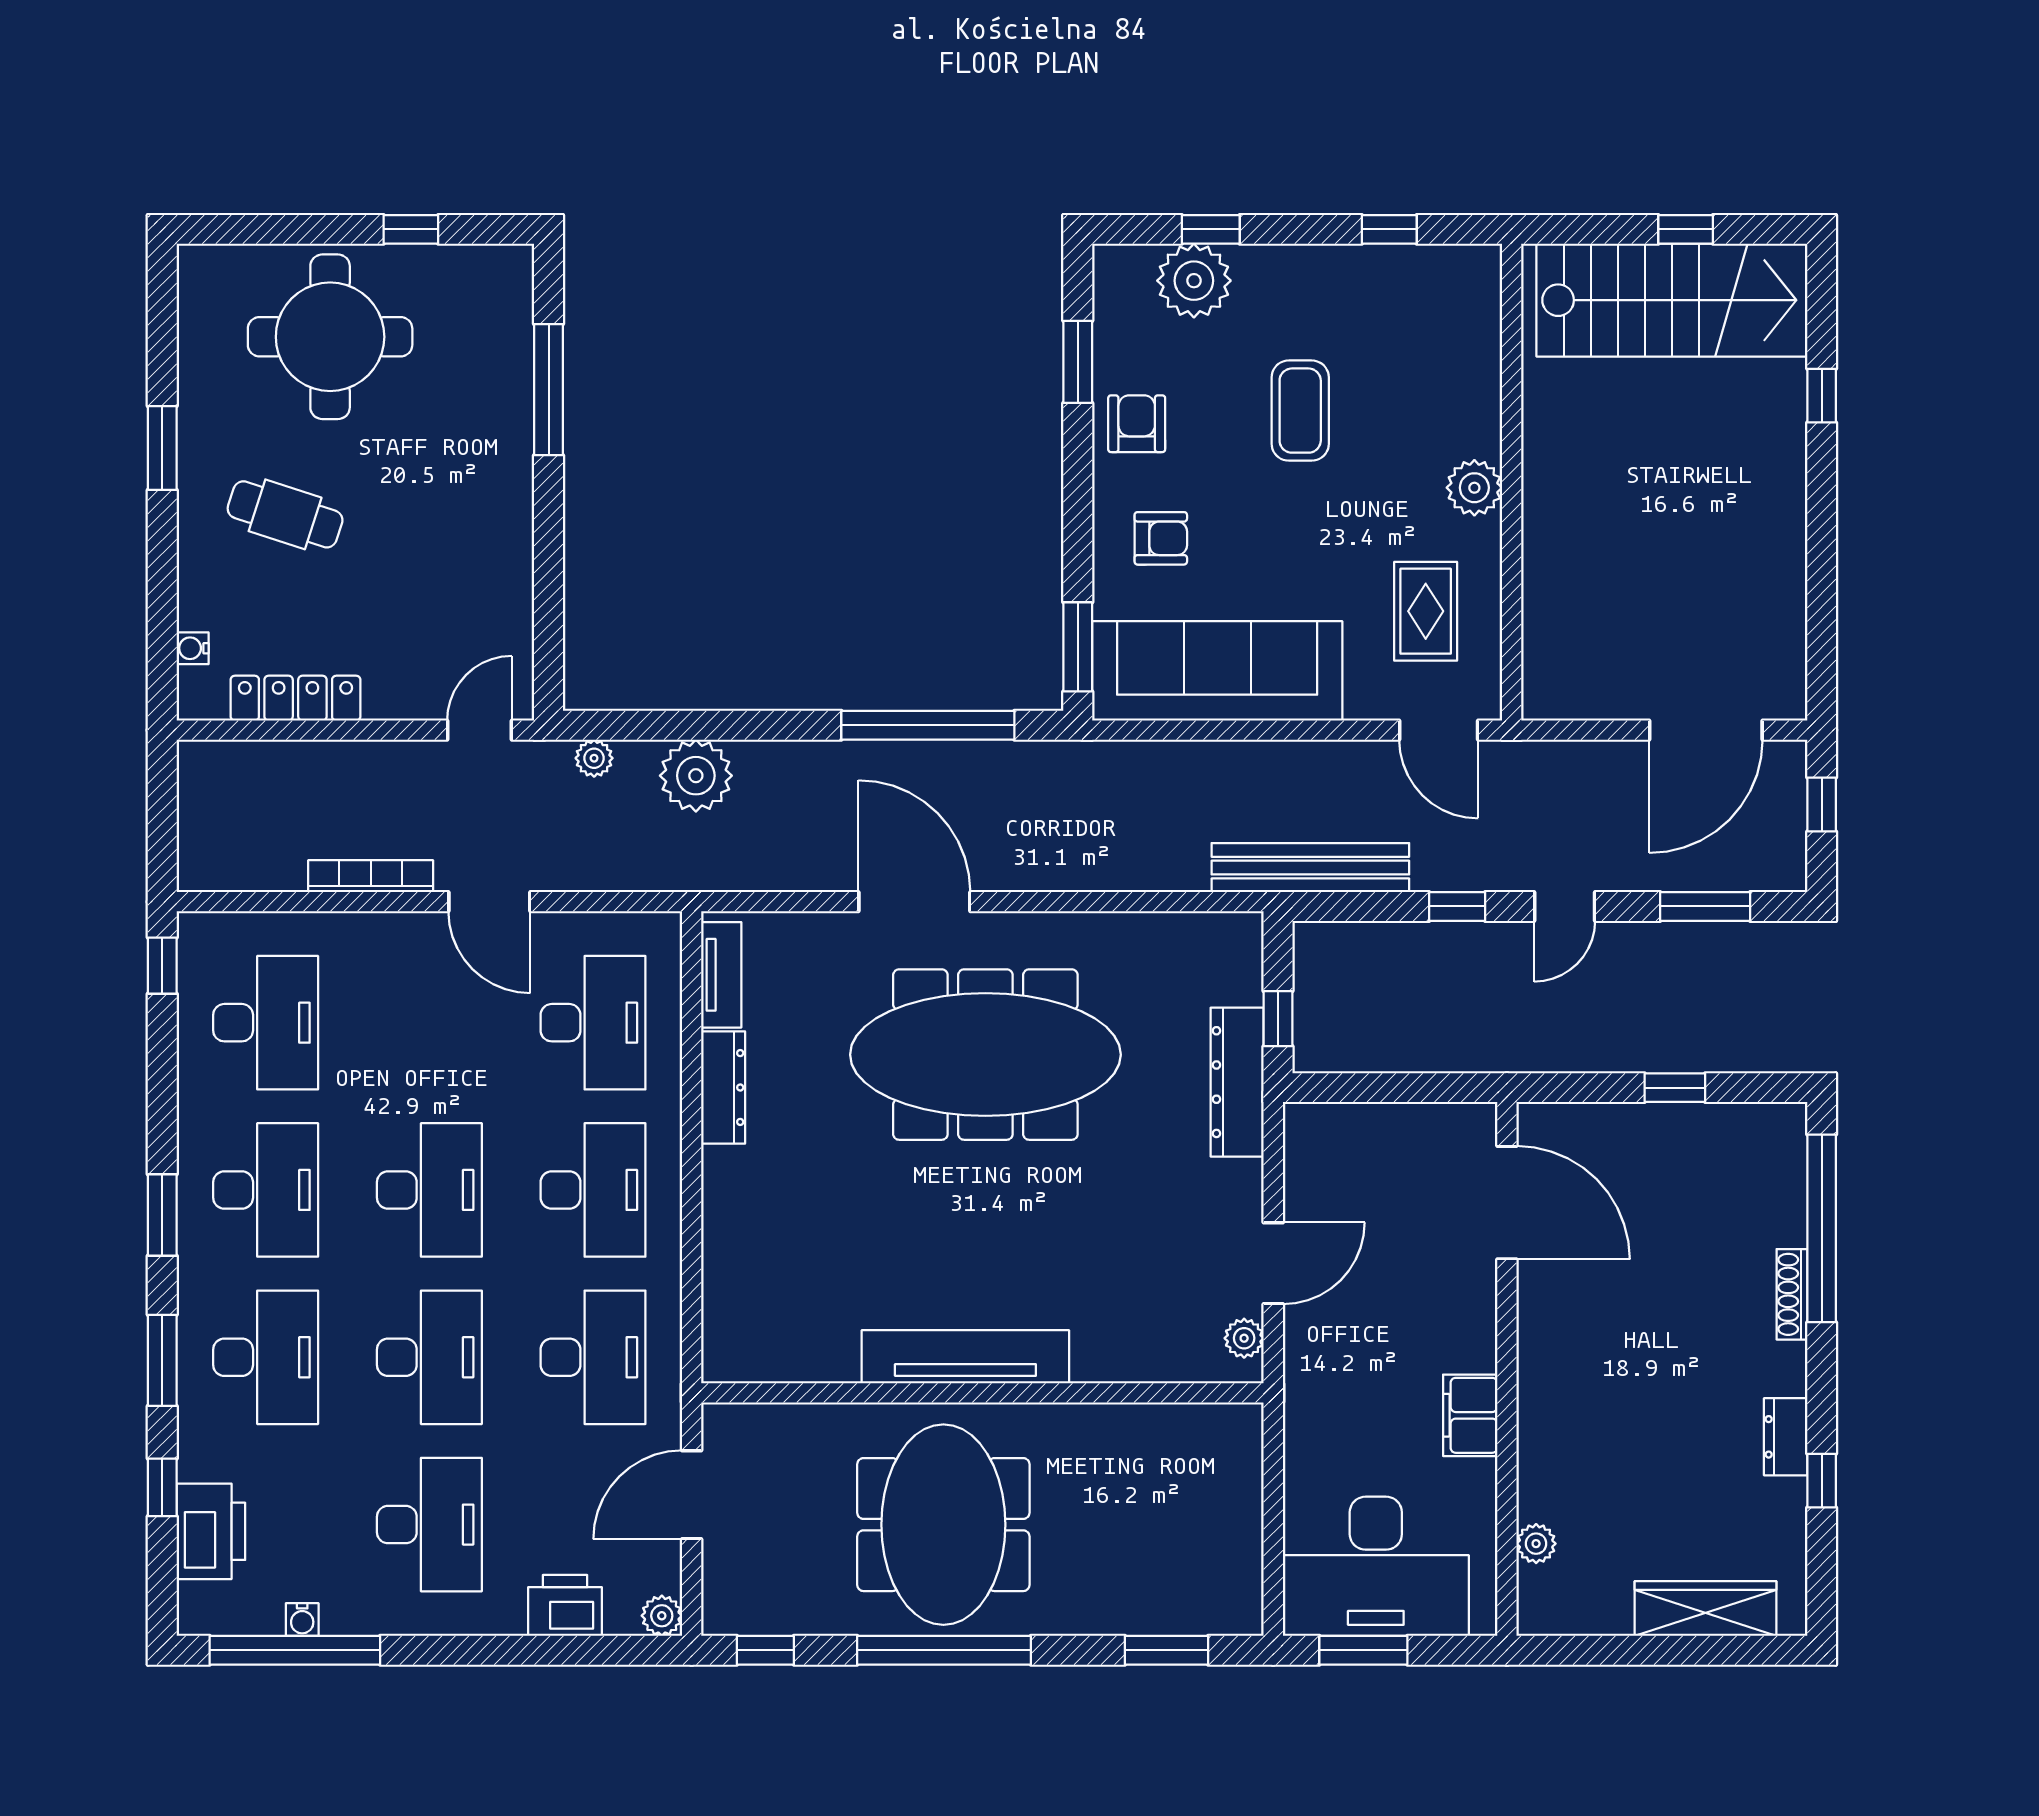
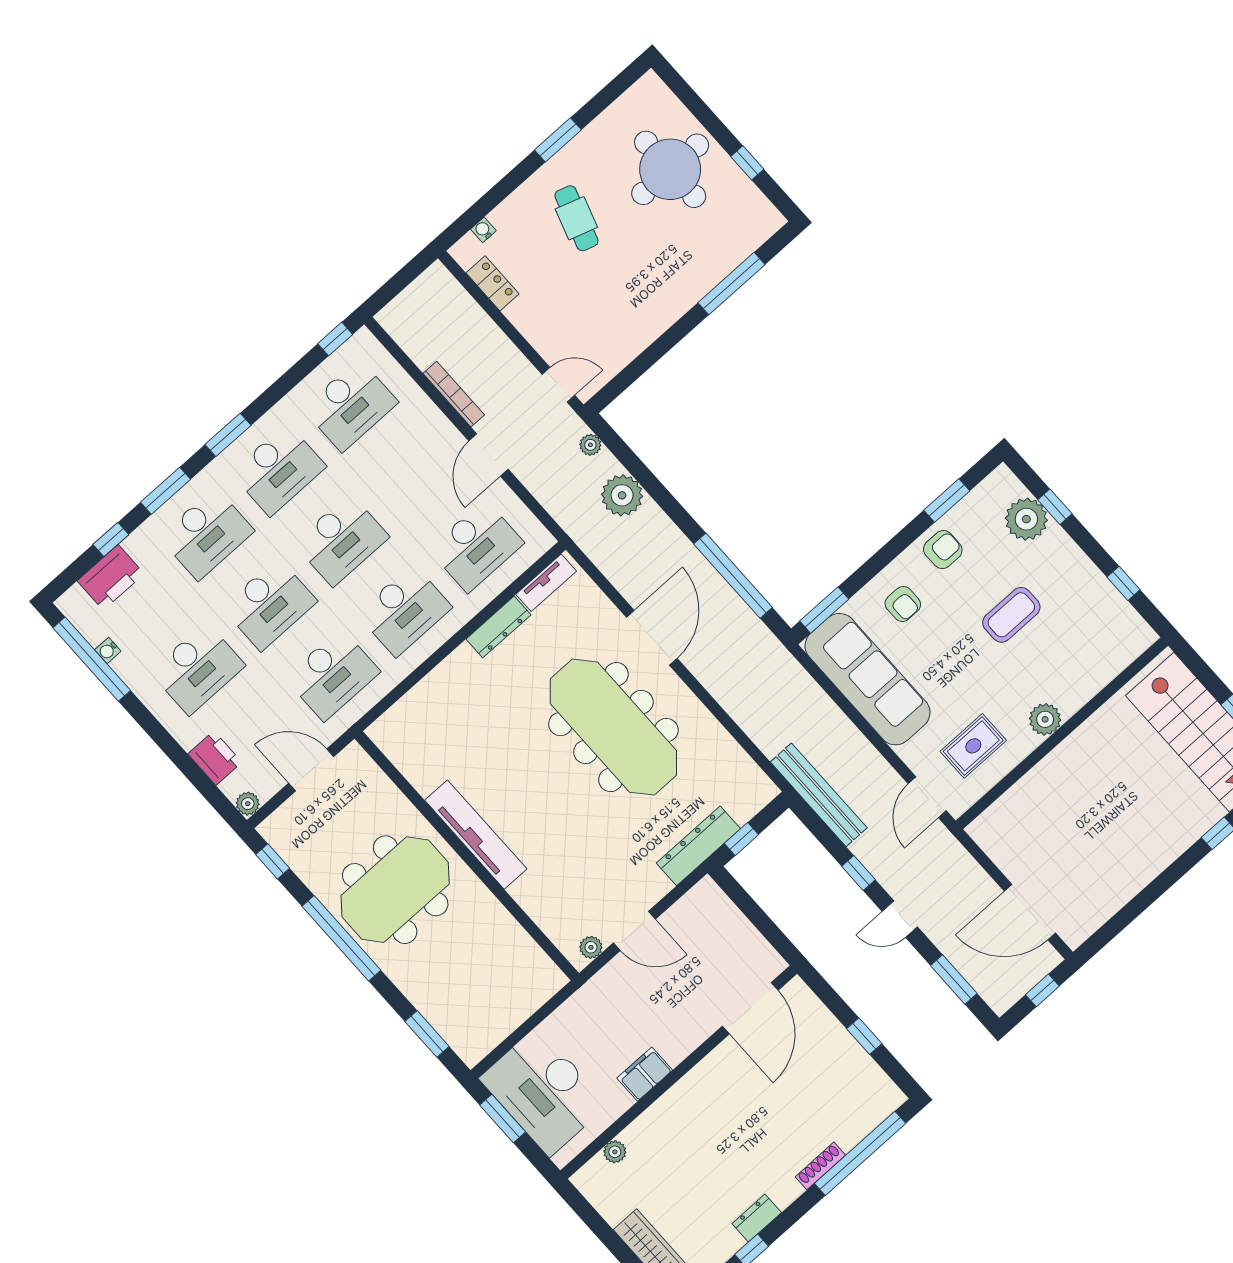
locker: (296, 698) -> (492, 283), width x0.66

